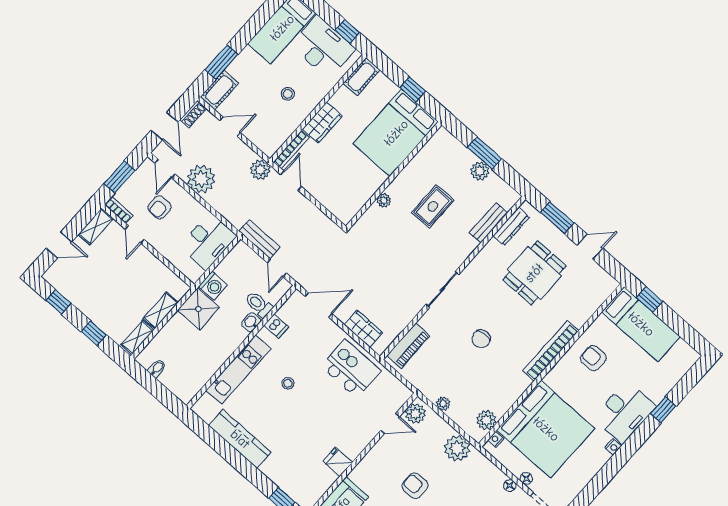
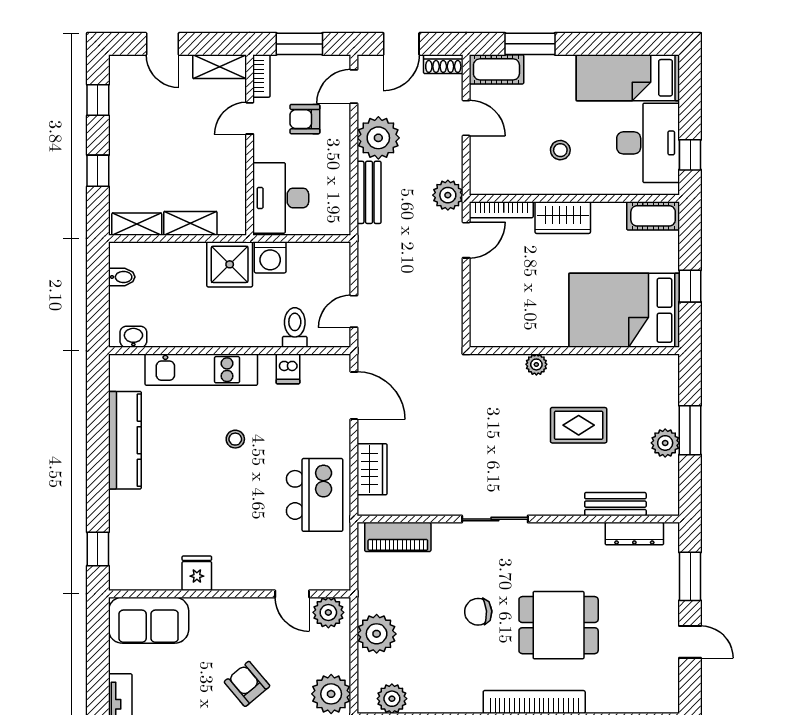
bench: (260, 239) -> (369, 192), moved
desk: (208, 241) -> (281, 198), moved, turned 90
dining table: (534, 273) -> (559, 625), moved
washbasin: (251, 322) -> (133, 337), moved
plant: (443, 404) -> (377, 634), width x1.88, depth x1.88
armchair: (415, 486) -> (247, 684), turned -40

